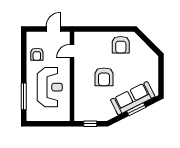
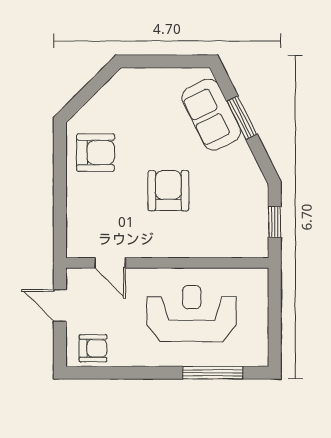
armchair: (37, 54) -> (93, 348), moved
armchair: (104, 77) -> (168, 191), turned -90
sofa: (133, 98) -> (211, 115), width x0.73

